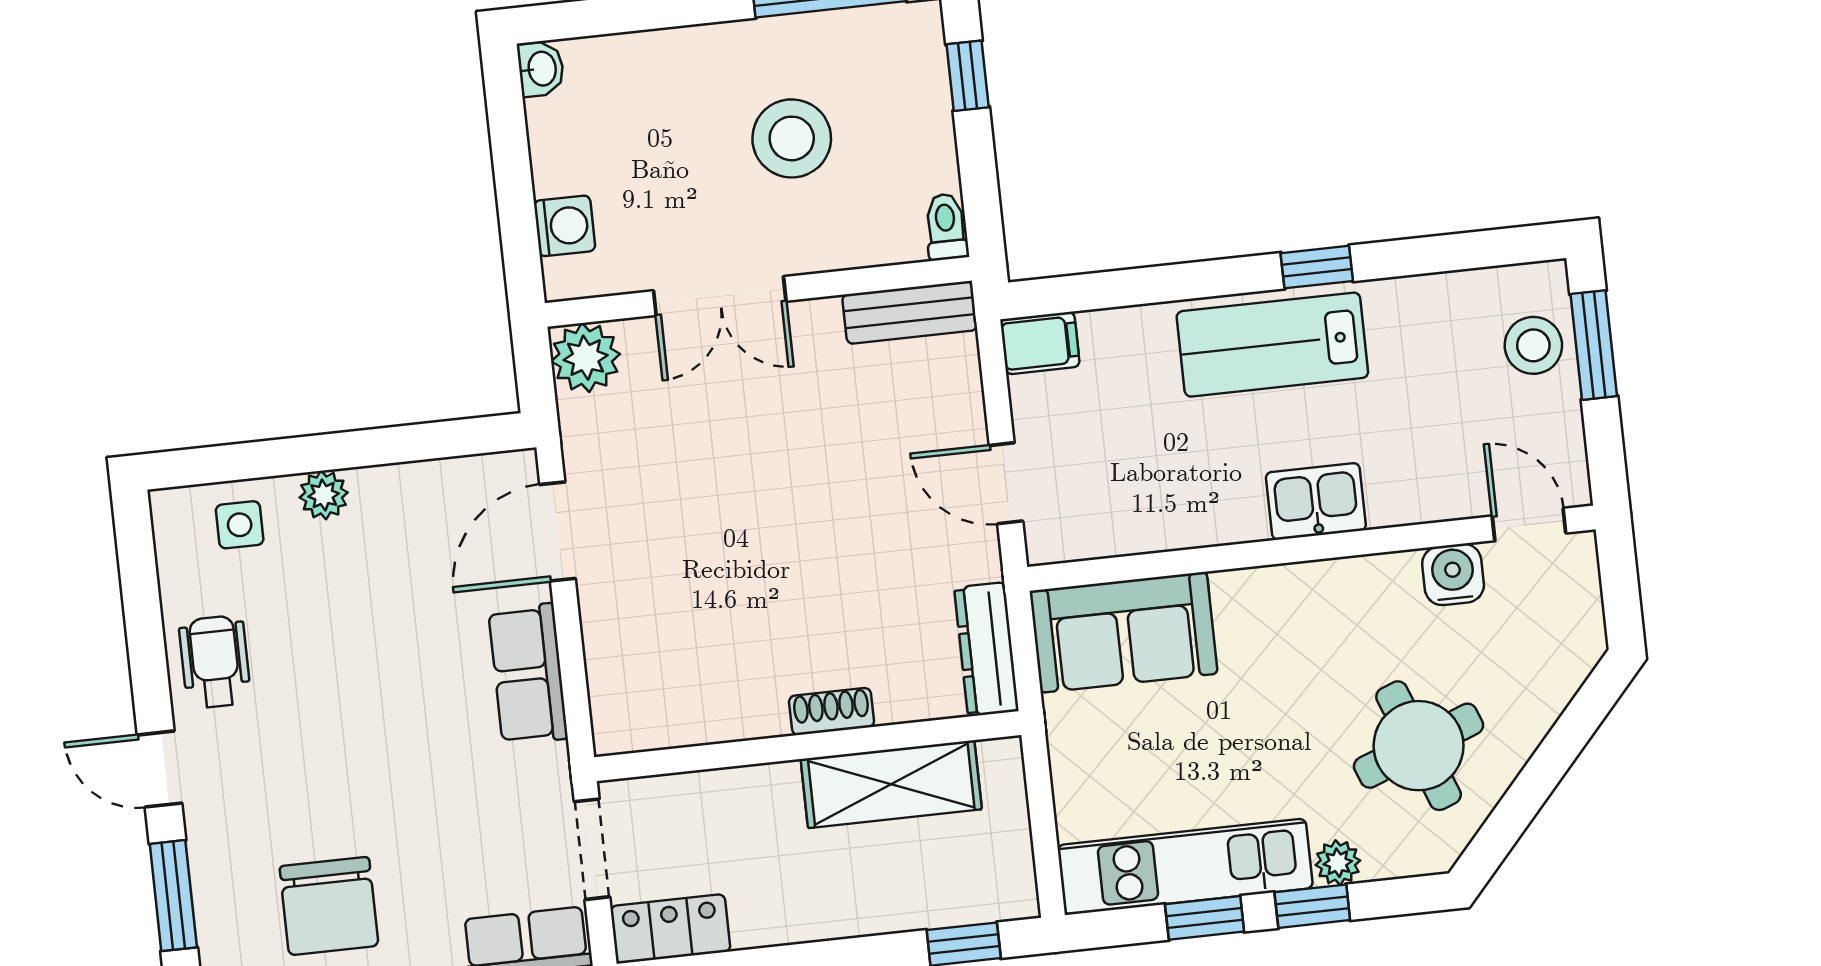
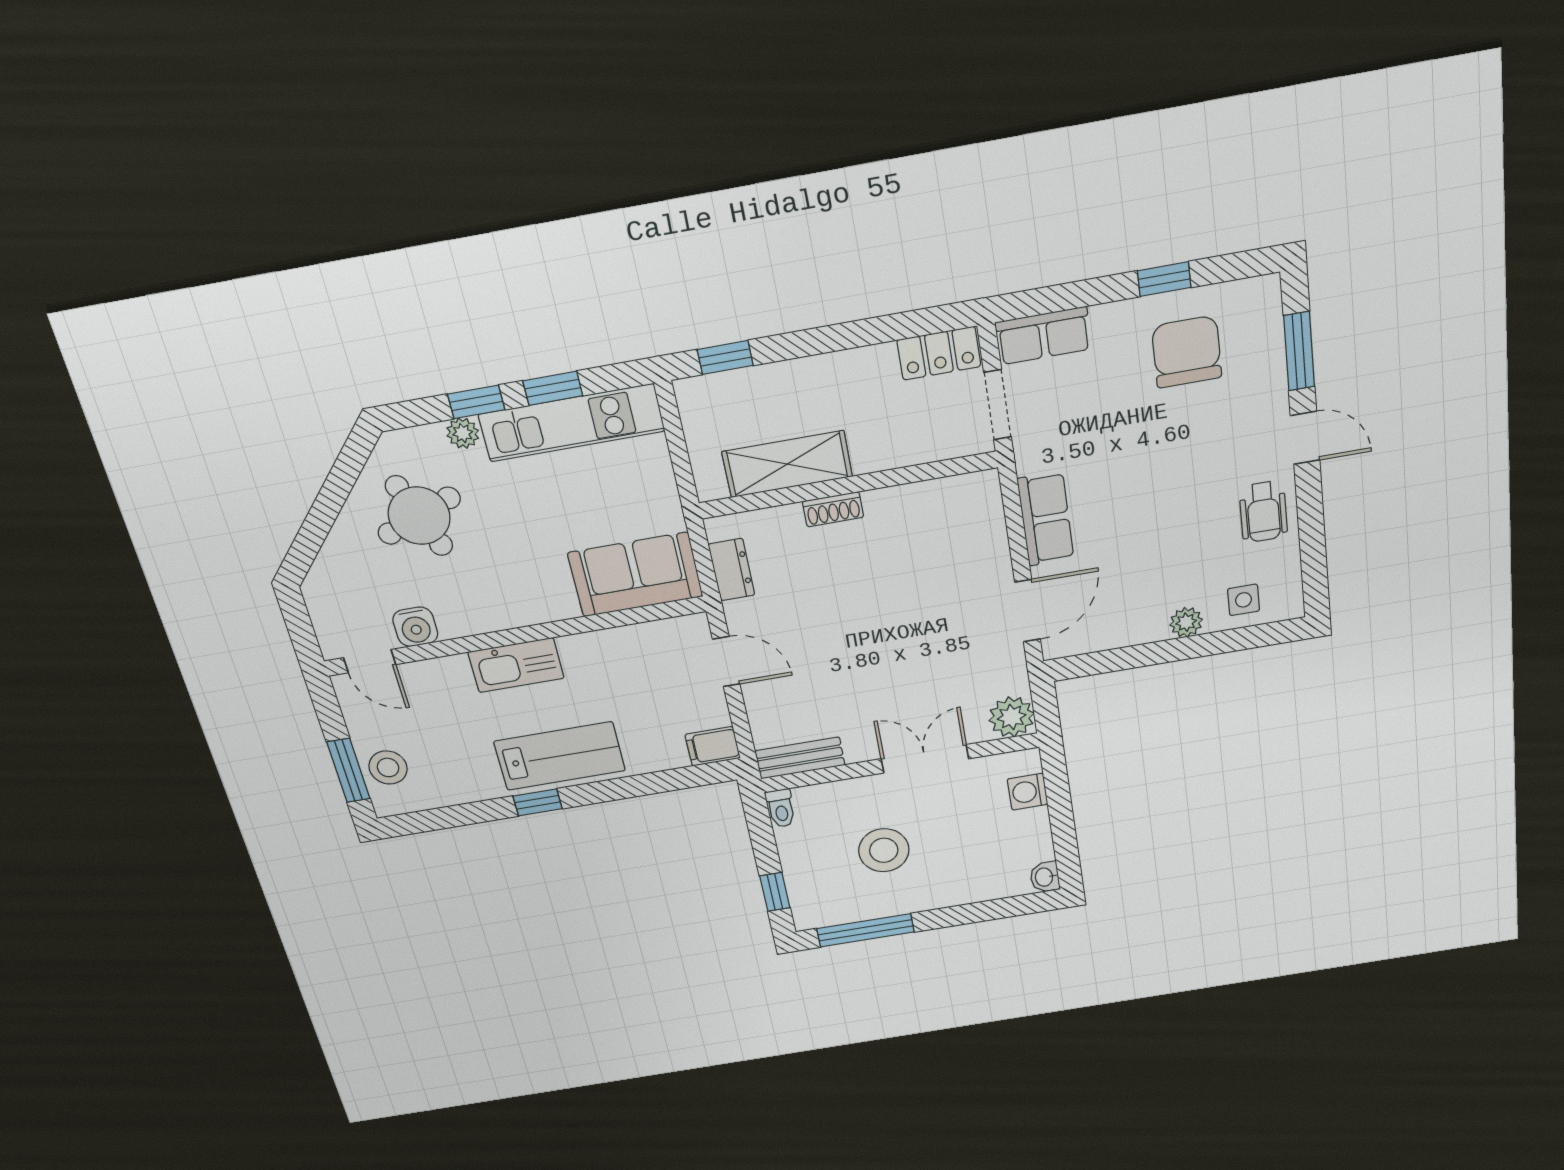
kitchen sink: (1316, 501) -> (516, 665), width x1.38
dresser: (986, 649) -> (732, 570), width x0.70

